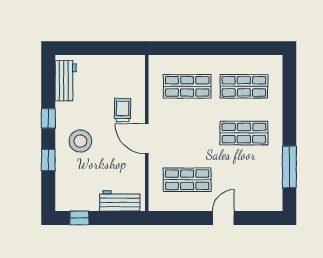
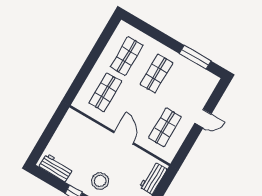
trolley: (123, 110) -> (96, 142), removed
door: (147, 139) -> (124, 138), swing flipped
door: (223, 218) -> (203, 119), swing flipped

